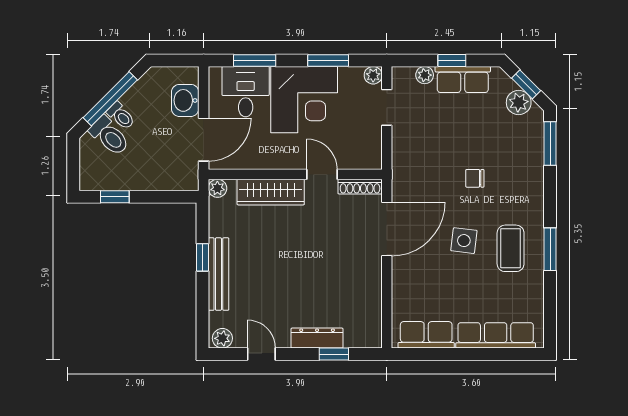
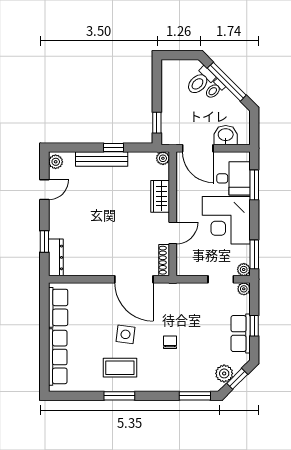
window: (328, 60) -> (254, 254), moved
plant: (425, 75) -> (244, 289), moved
wardrobe: (271, 192) -> (160, 196), width x0.67
window: (115, 197) -> (157, 123), moved
dresser: (317, 338) -> (56, 257), moved

